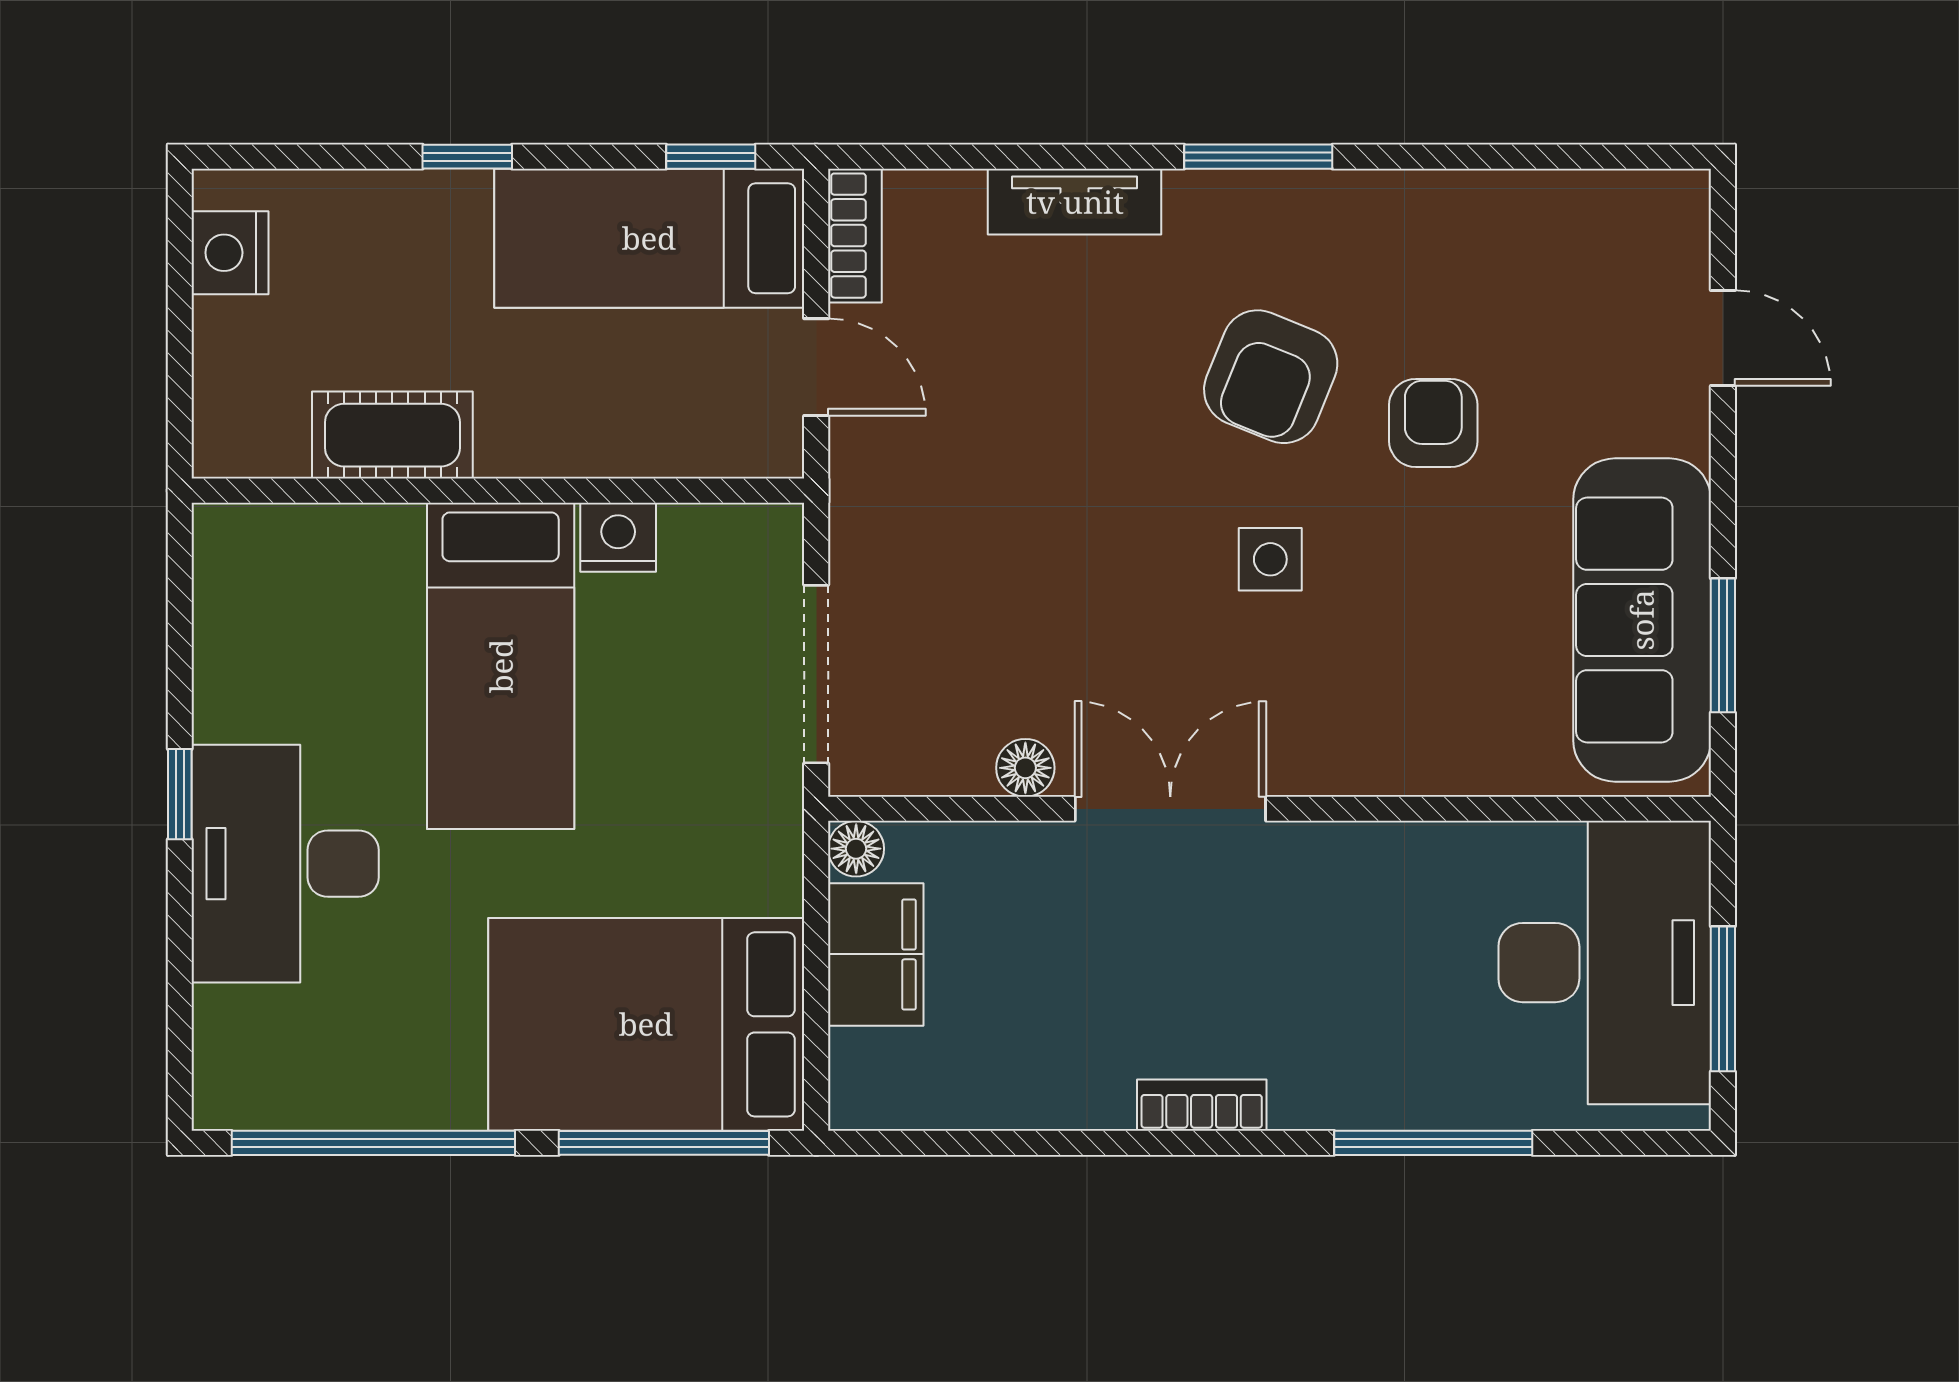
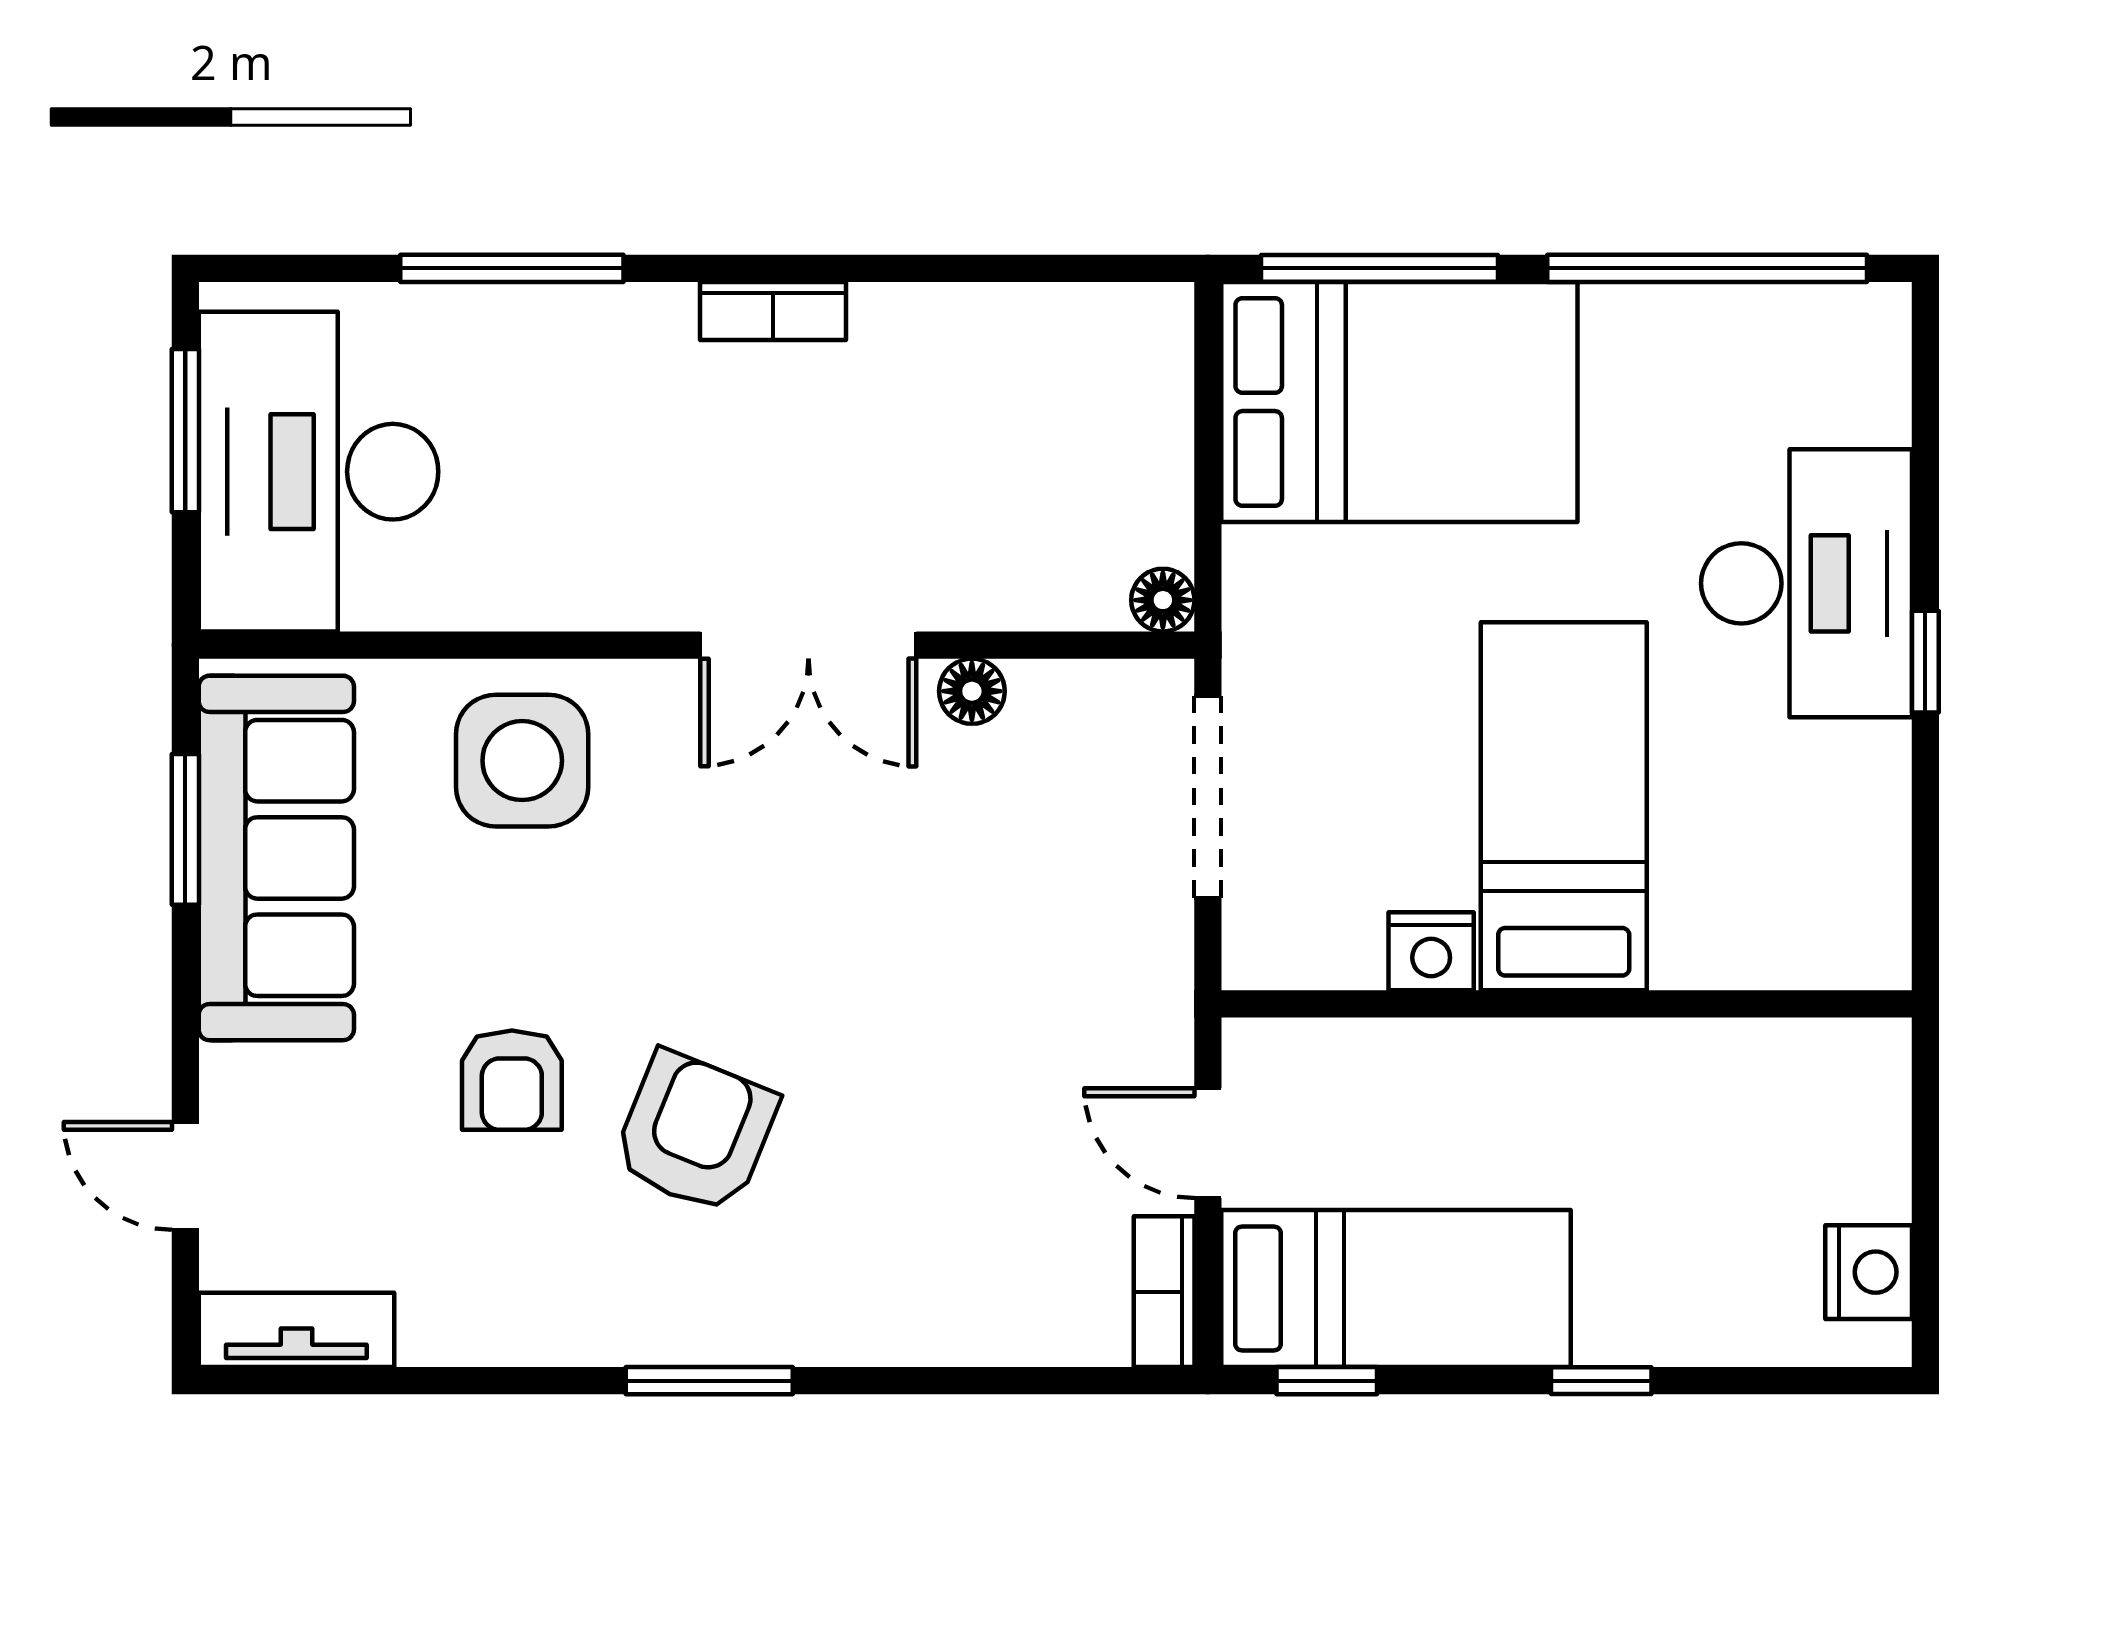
tv unit: (1075, 202) -> (296, 1330), moved
cot: (392, 435) -> (1686, 1066), removed
side table: (1270, 559) -> (522, 761), moved, width x1.87, depth x1.87
filing cabinet: (876, 954) -> (1141, 481), removed

